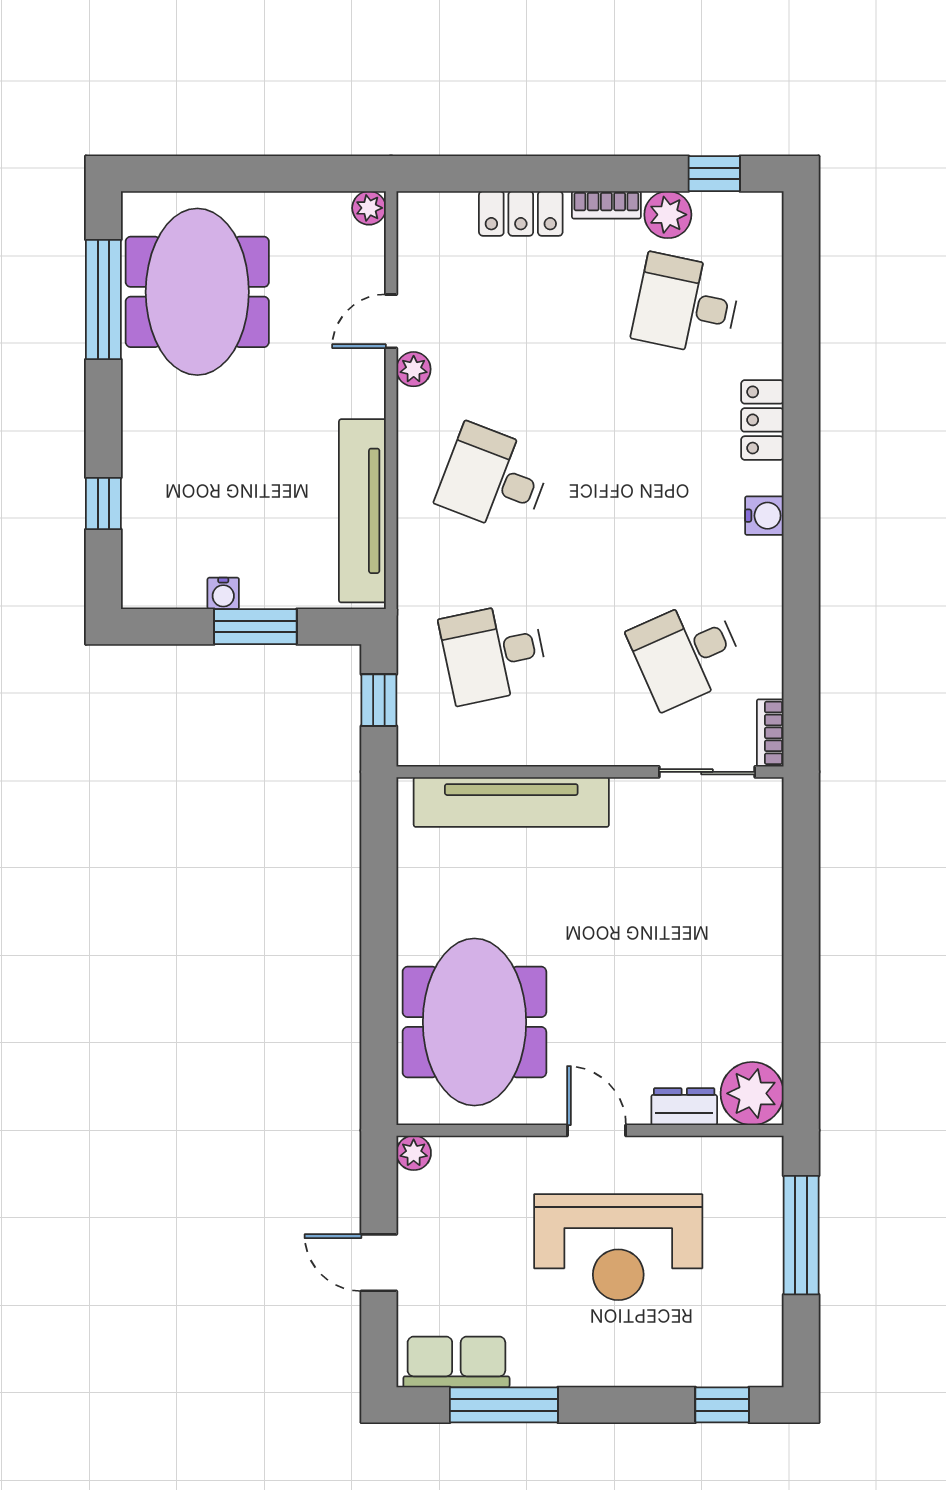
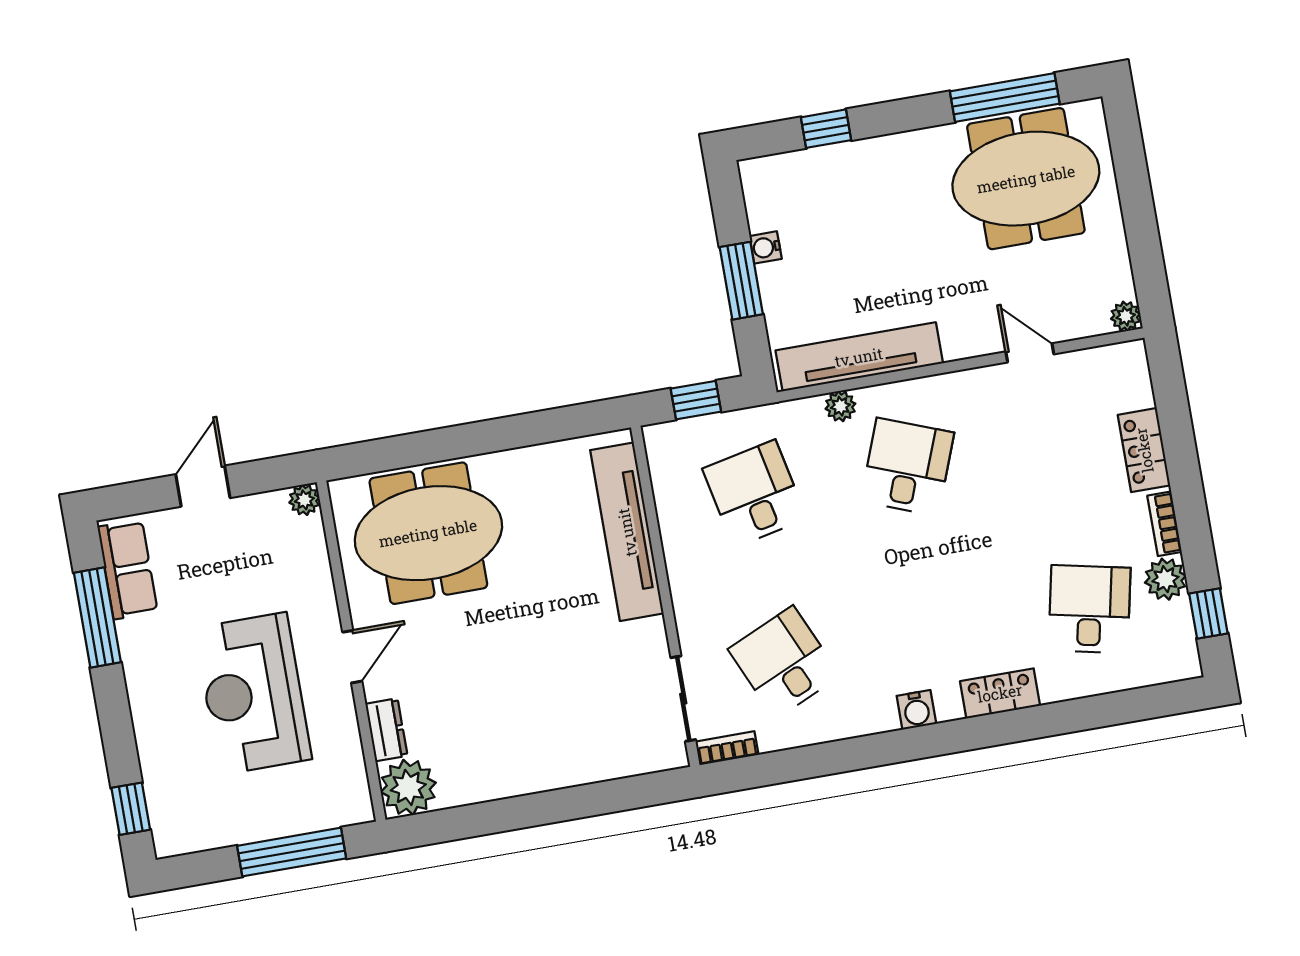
plant: (414, 369) -> (840, 406), moved

